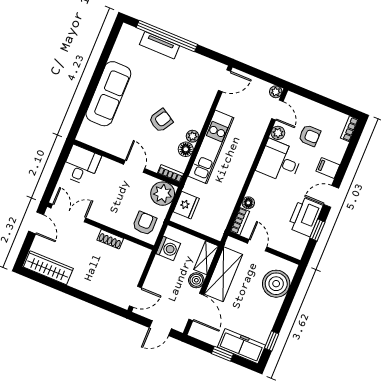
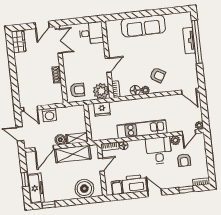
armchair: (161, 120) -> (158, 75), moved
kitchen unit: (211, 147) -> (142, 129), moved, turned 180
filing cabinet: (328, 168) -> (117, 188), moved
window: (317, 230) -> (186, 190), moved
washing machine: (168, 248) -> (49, 115), moved
wardrobe: (48, 268) -> (19, 42), width x0.67

